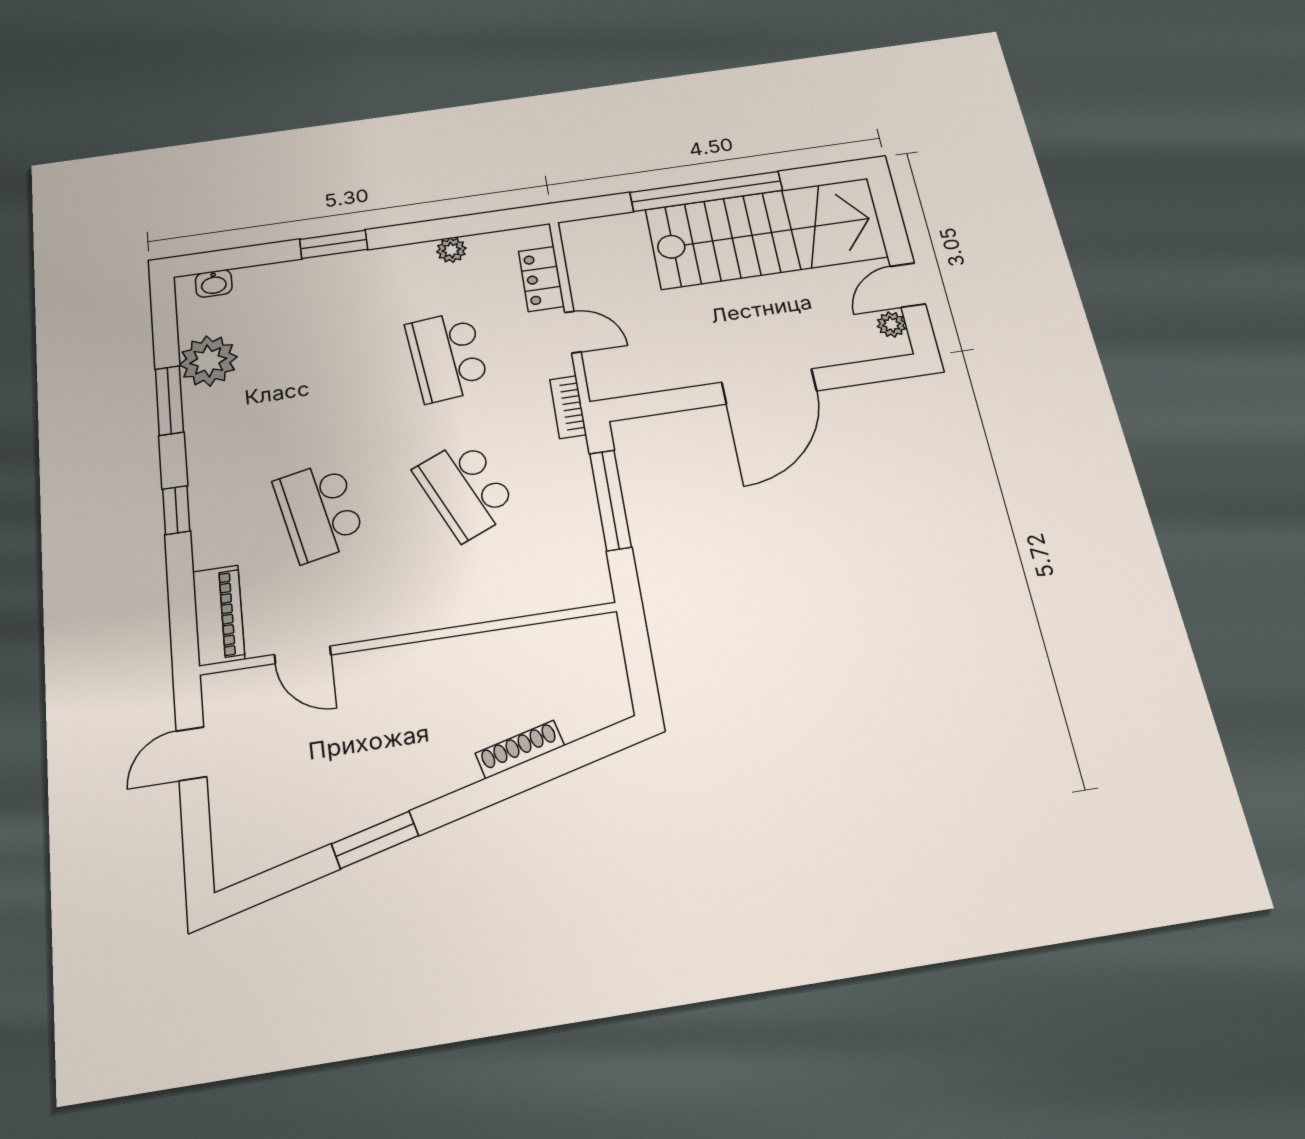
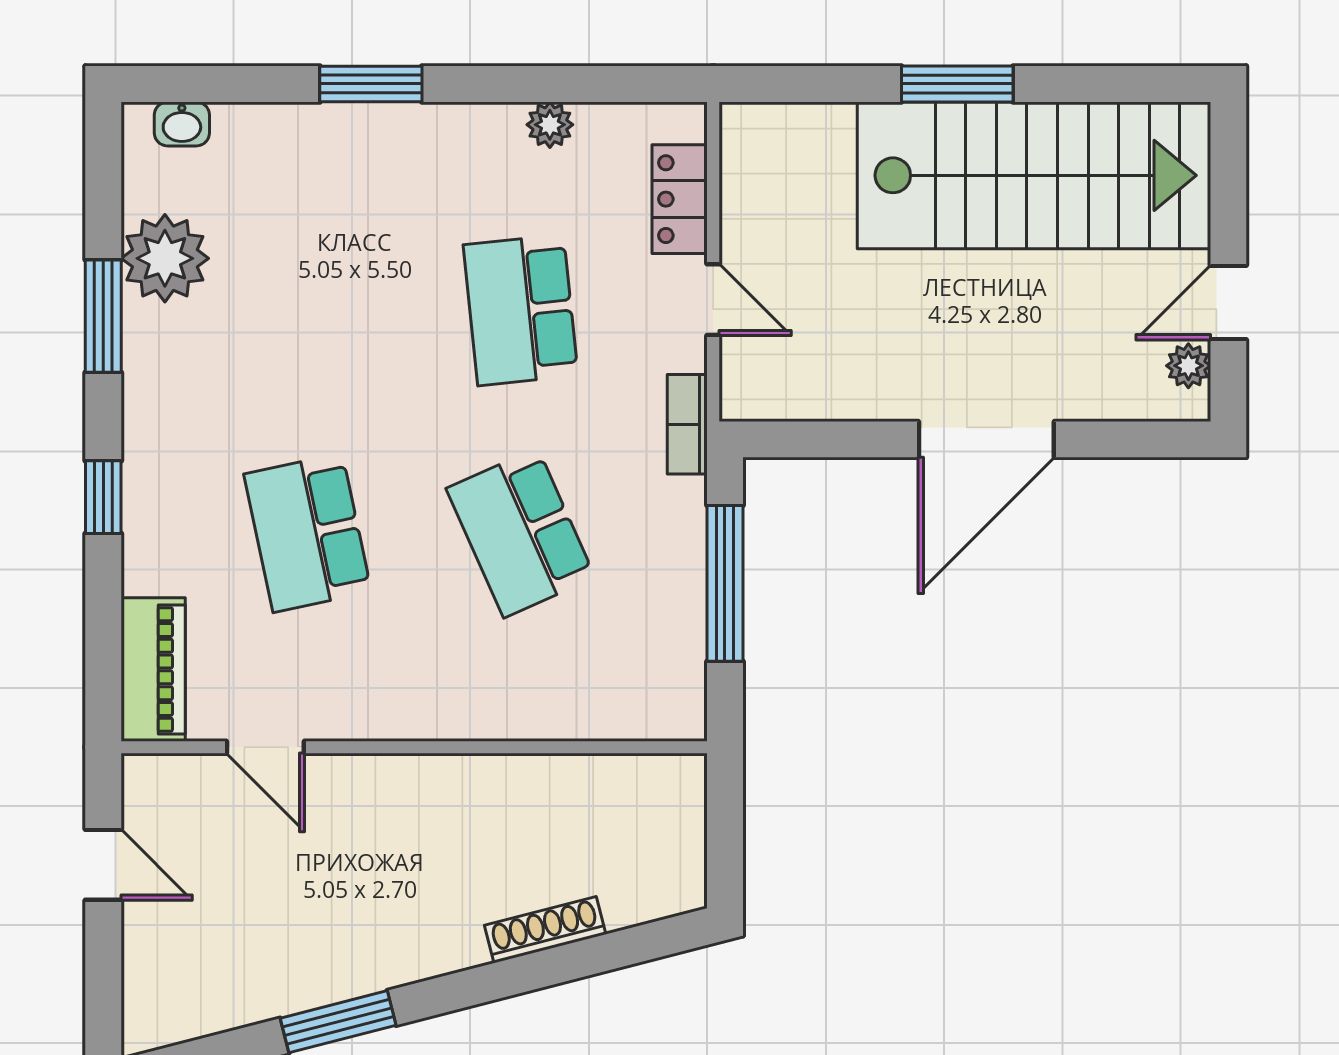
window: (706, 191) -> (957, 84), width x0.47
door: (191, 754) -> (103, 865), swing flipped

